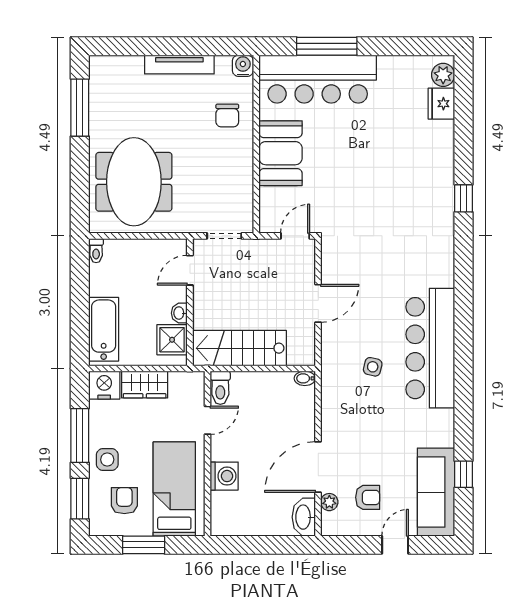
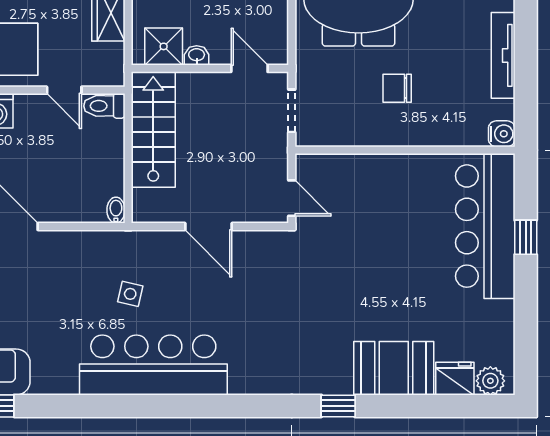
window: (327, 46) -> (526, 237), width x0.46
chair: (227, 116) -> (397, 88), moved
booth: (281, 153) -> (394, 368), moved

